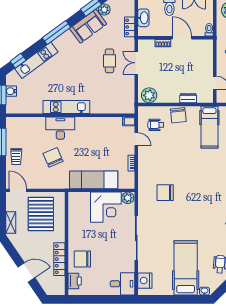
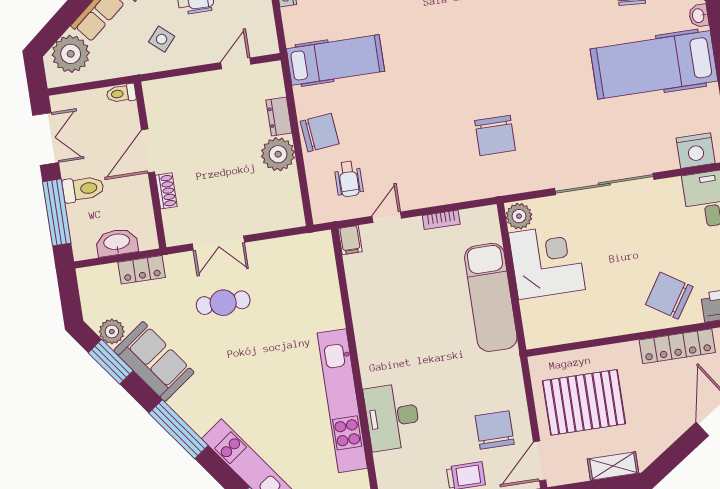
plant: (149, 95) -> (278, 154), moved
kitchen unit: (66, 107) -> (342, 401), width x1.36
desk: (60, 128) -> (392, 417), moved
chair: (53, 157) -> (495, 430), moved, turned 113
chair: (82, 259) -> (669, 296), turned 123

